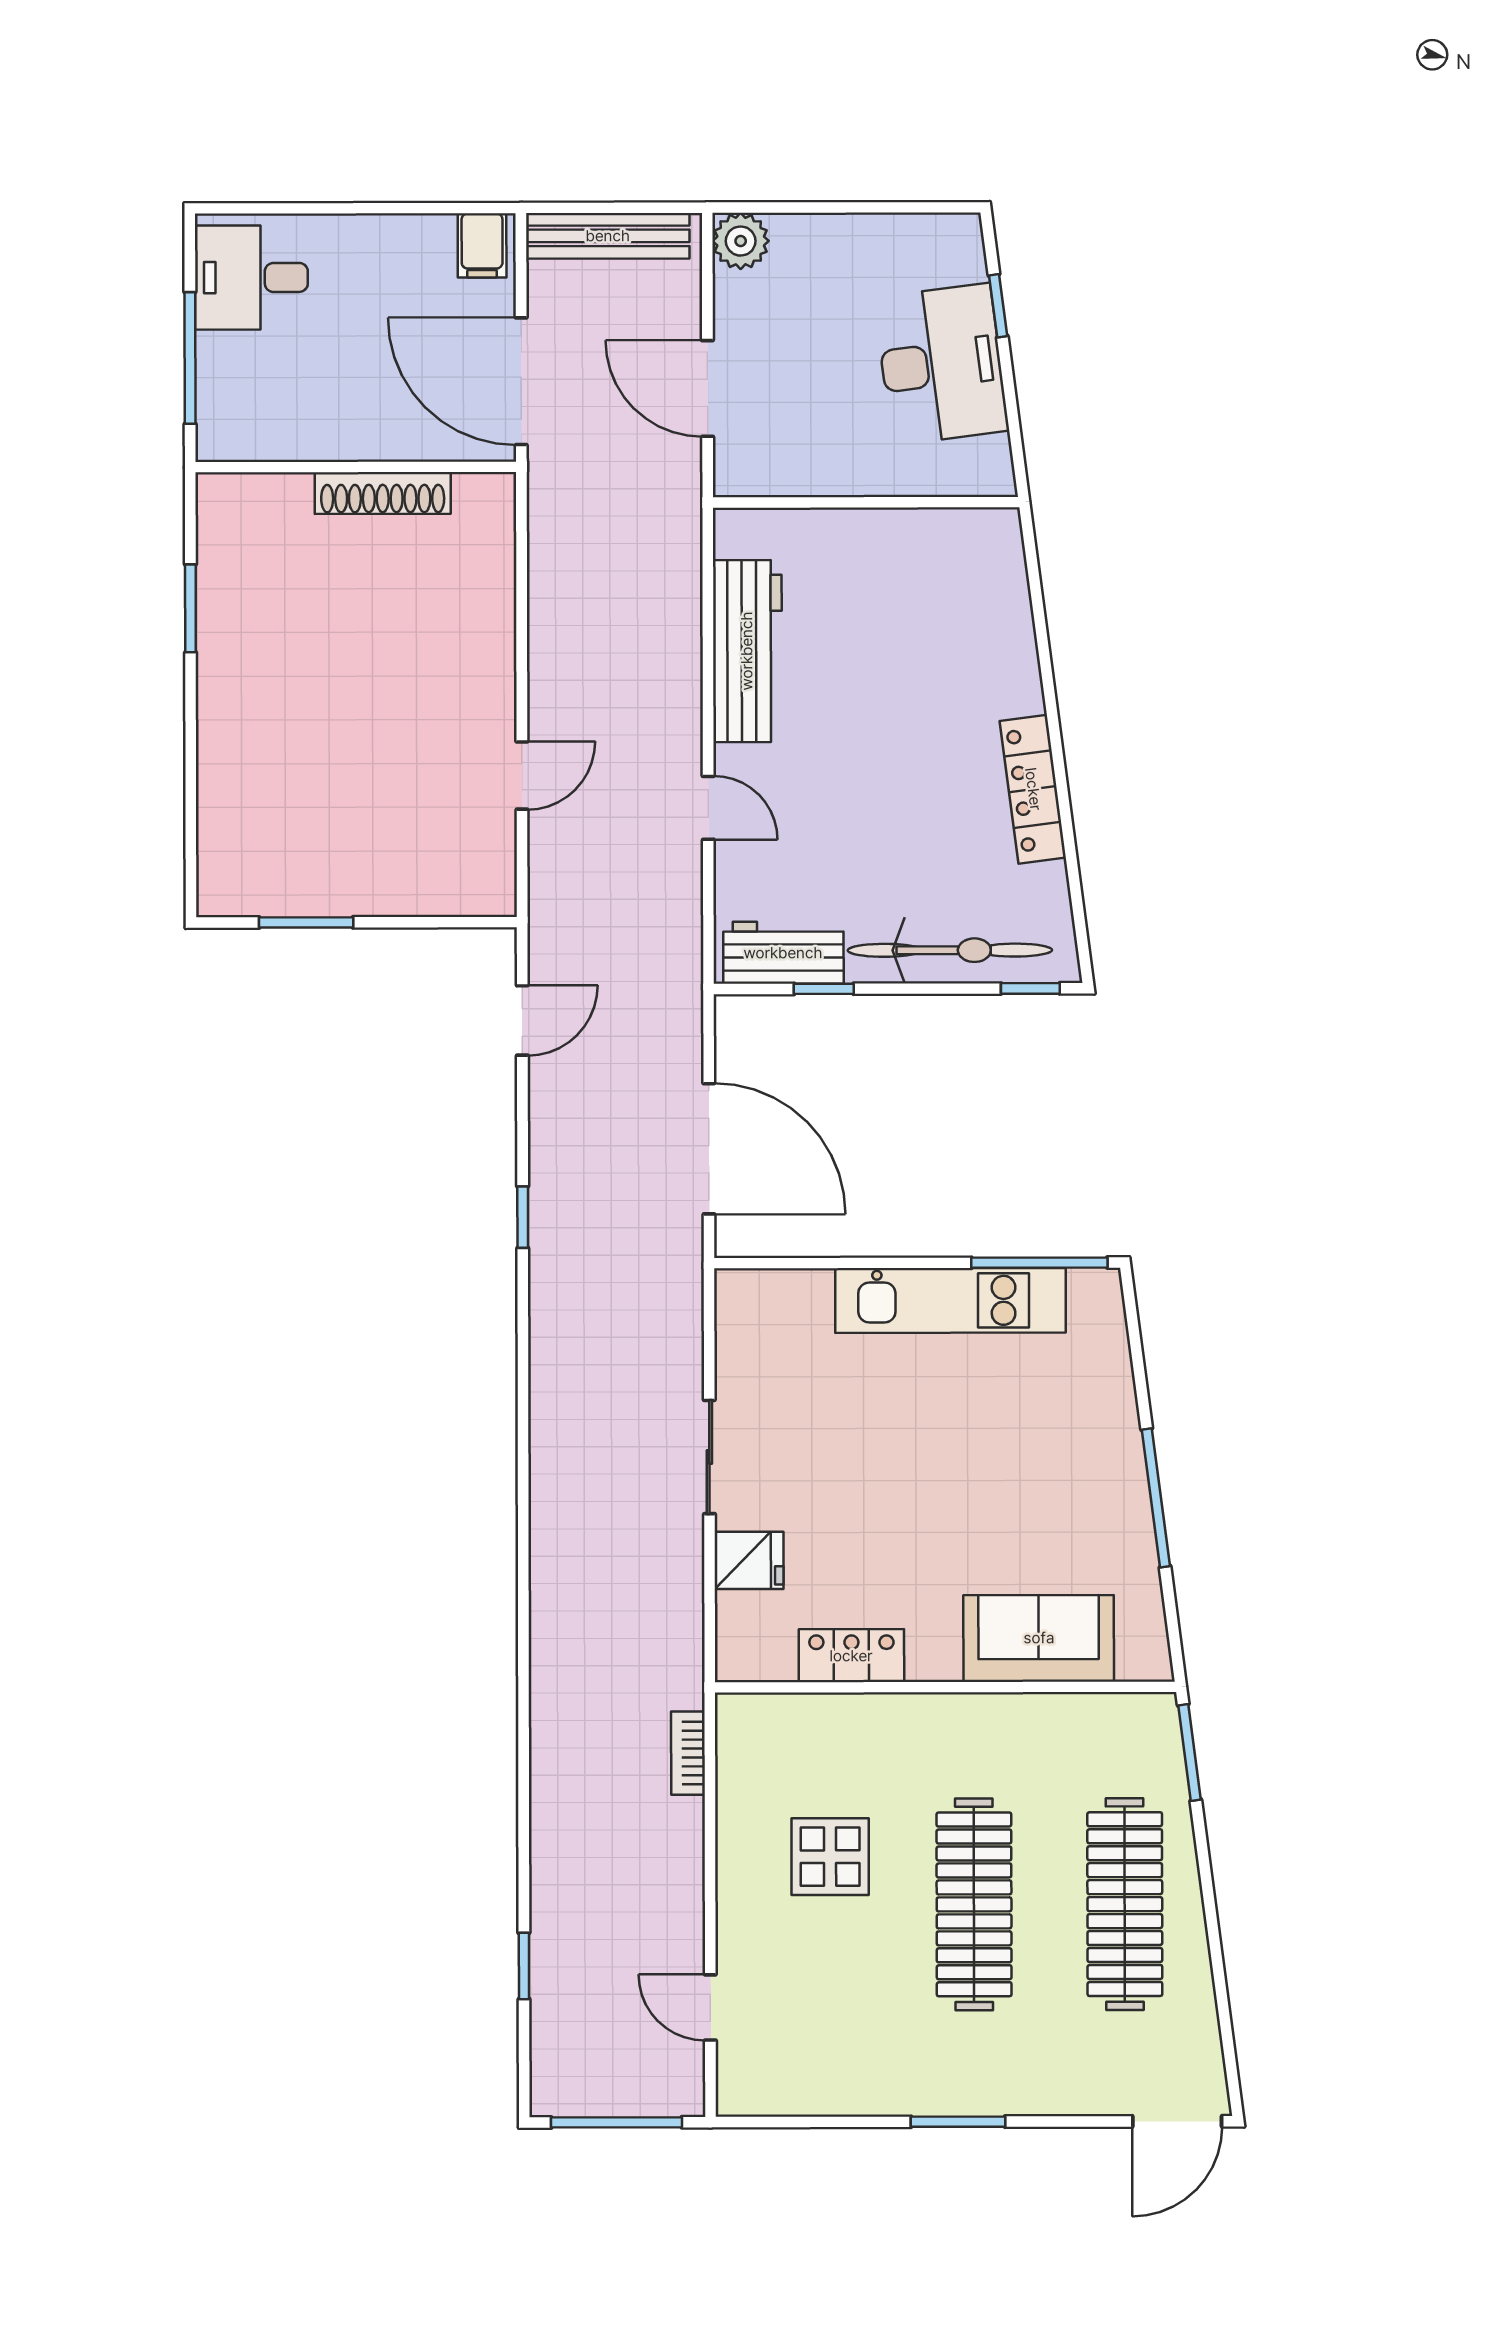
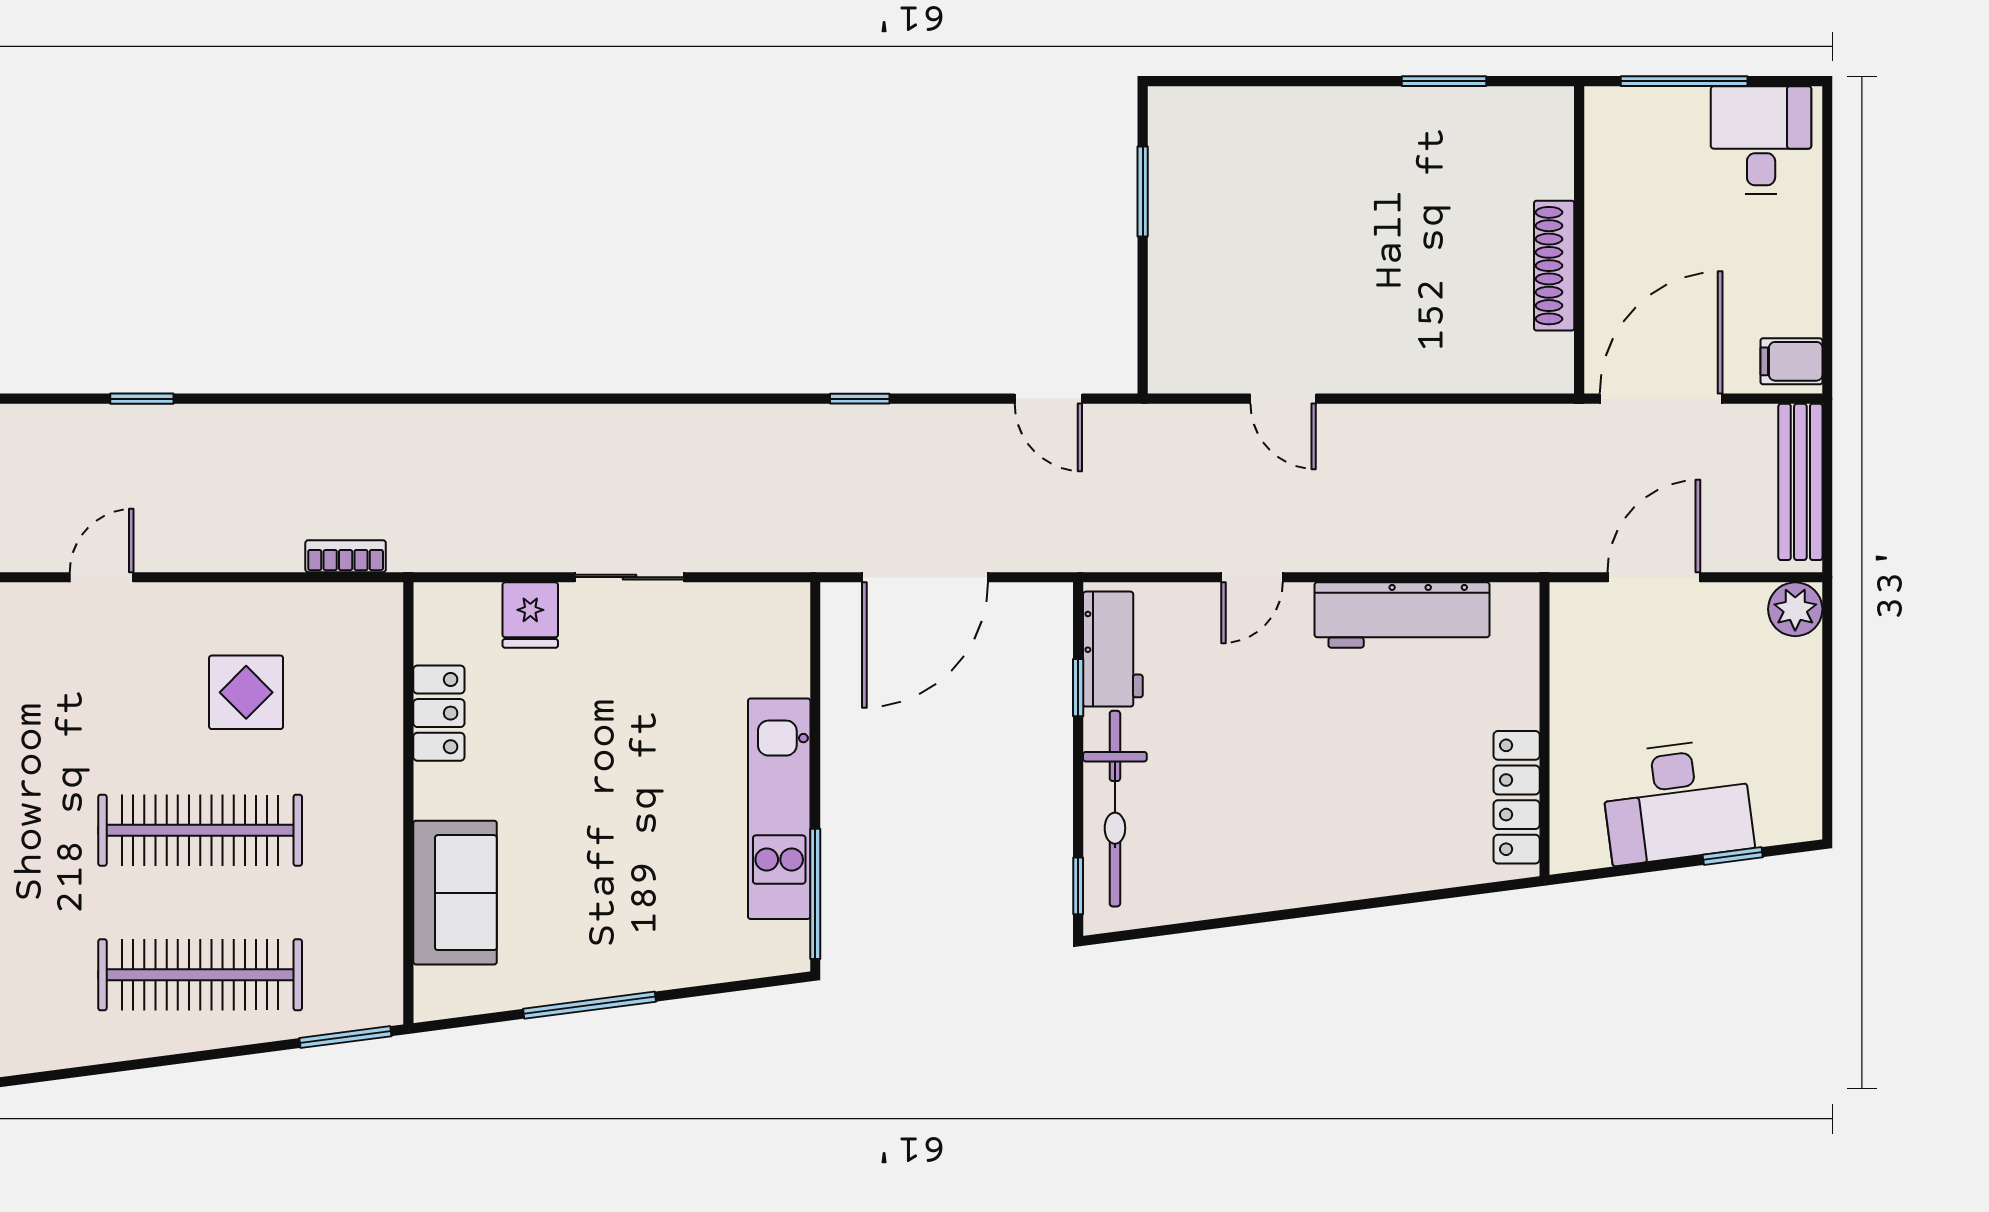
locker: (1033, 789) -> (1517, 797), moved, turned -83

